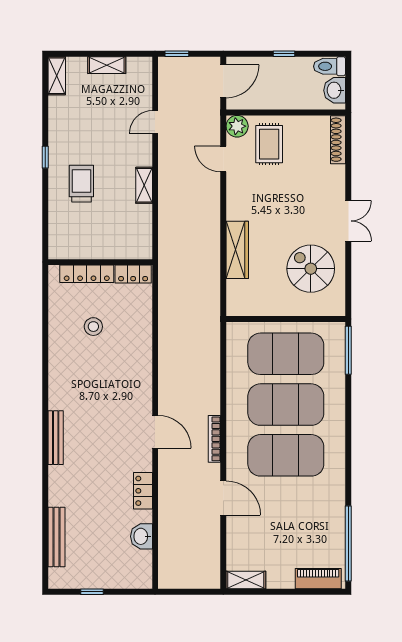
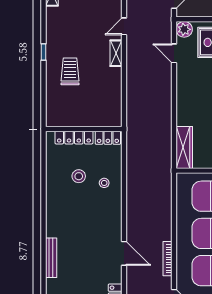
shelving: (144, 185) -> (116, 53), moved
wardrobe: (237, 250) -> (184, 147), moved
stool: (128, 336) -> (104, 183), added

